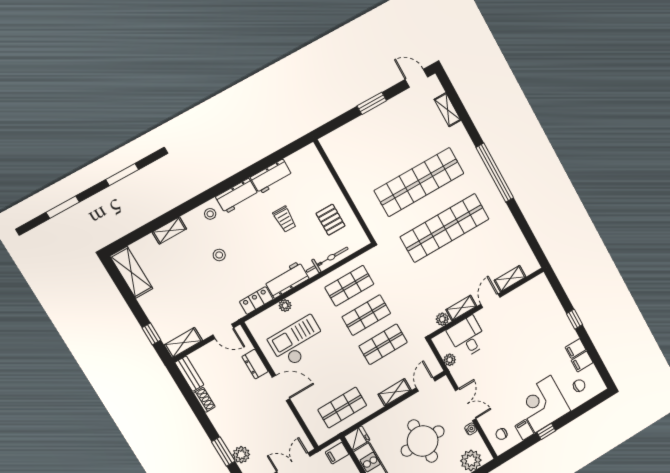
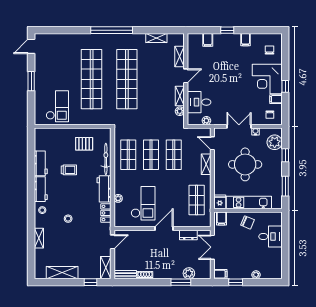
shelving: (448, 110) -> (156, 38), moved
checkout: (359, 157) -> (57, 106), added
shelving: (131, 272) -> (62, 273), moved
door: (490, 301) -> (186, 76), swing flipped
checkout: (298, 342) -> (143, 203), turned 180
filing cabinet: (582, 362) -> (208, 40), moved
dresser: (255, 364) -> (188, 235), moved

